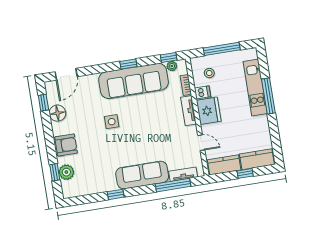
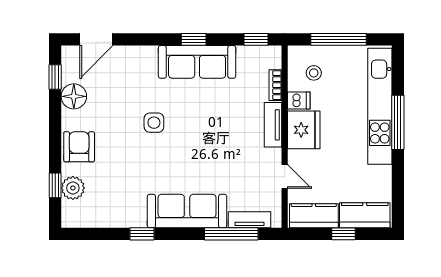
plant: (172, 66) -> (259, 53), removed
sofa: (134, 81) -> (197, 62), width x0.74, depth x0.79
kitchen unit: (255, 88) -> (380, 106), width x1.36
armchair: (66, 145) -> (79, 147), turned -90

